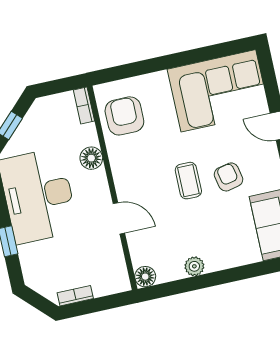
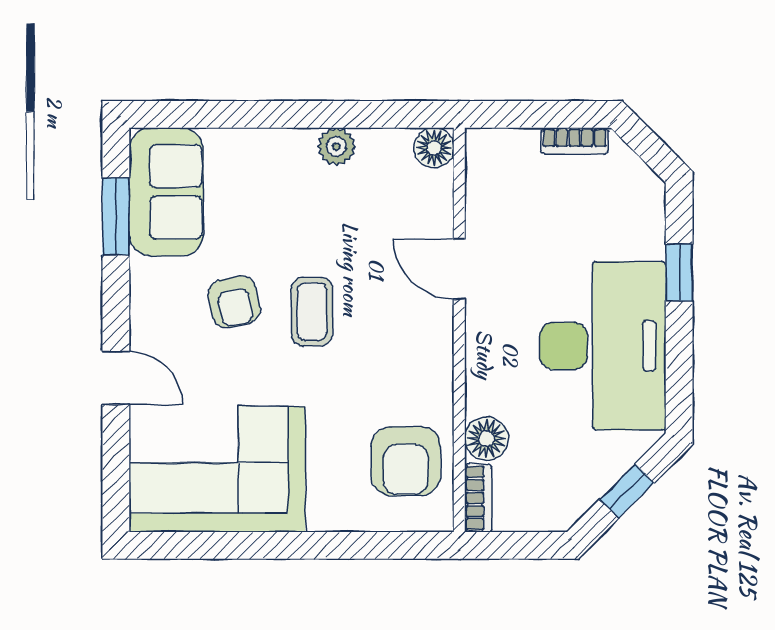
floor lamp: (91, 158) -> (486, 439), moved

